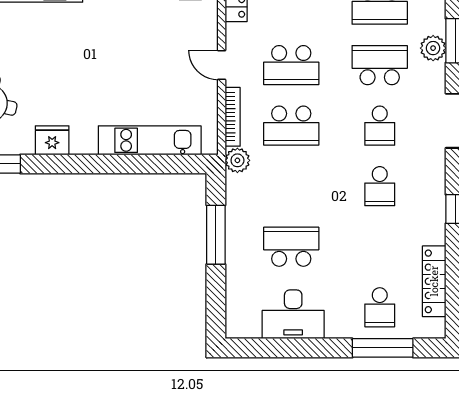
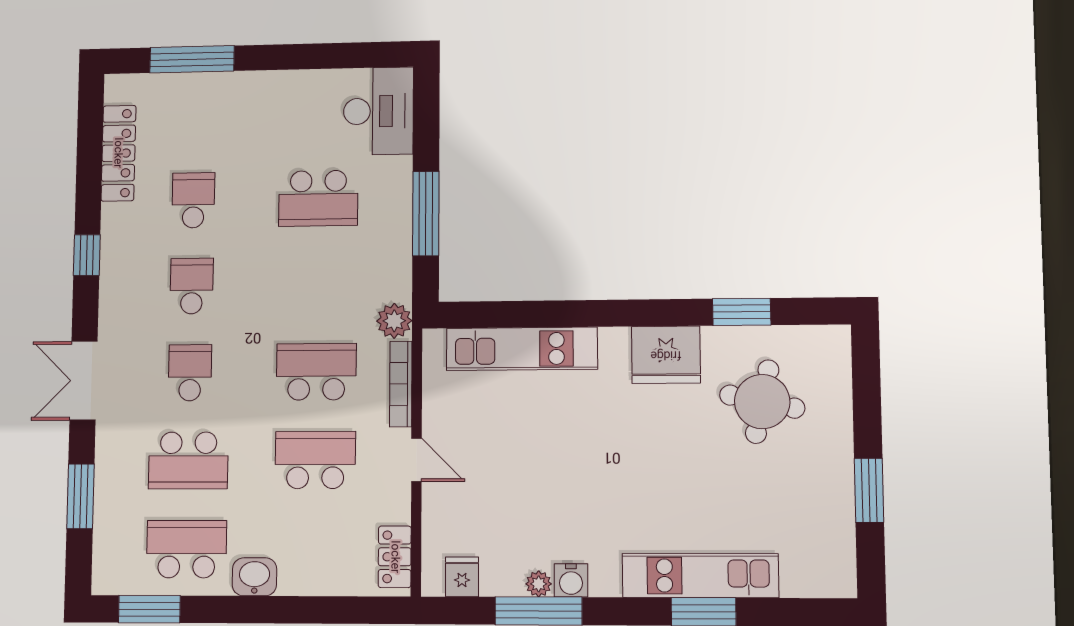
plant: (433, 48) -> (112, 485), removed
fridge: (52, 140) -> (666, 355), width x1.36, depth x1.34
school desk: (380, 307) -> (193, 200), moved
desk: (293, 314) -> (378, 111), moved, turned 90

